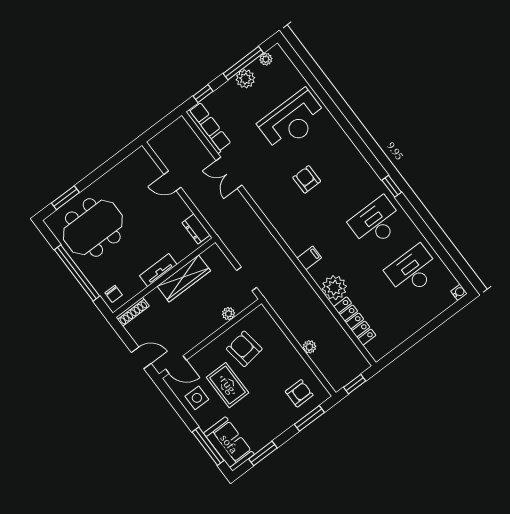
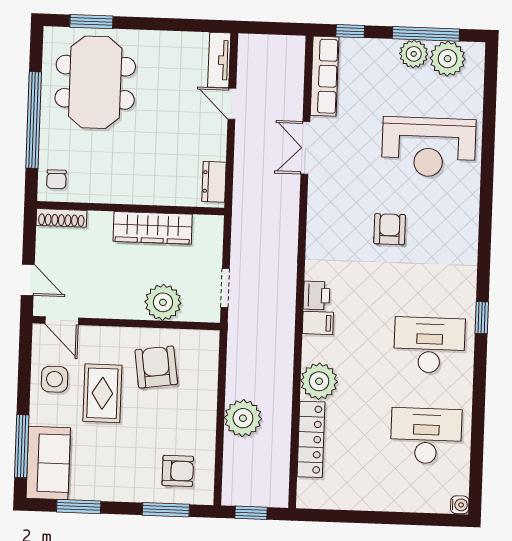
plant: (266, 59) -> (448, 59), width x1.88, depth x1.88
meeting table: (93, 227) -> (95, 82), turned 90
printer: (297, 244) -> (316, 295), added
tv unit: (158, 270) -> (219, 60), moved, turned -90
plant: (228, 314) -> (163, 302), width x1.88, depth x1.88
plant: (309, 347) -> (243, 418), width x1.88, depth x1.88

